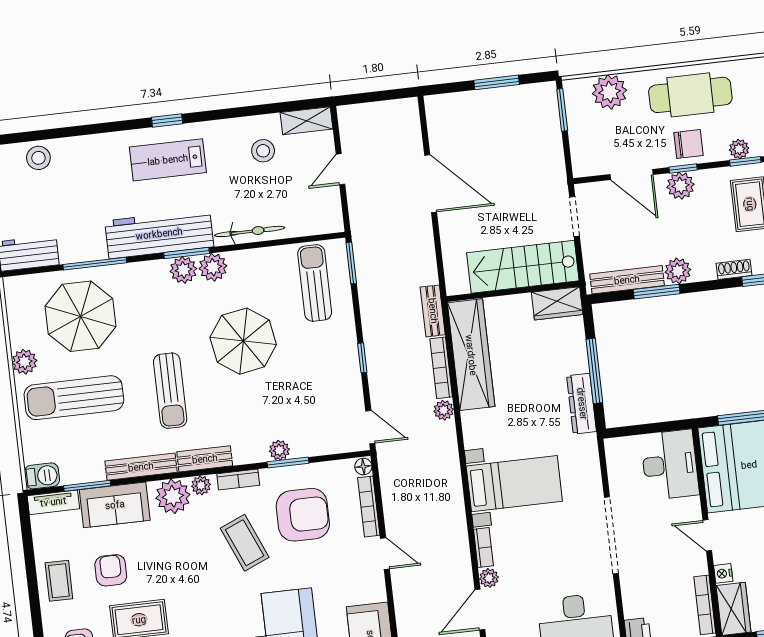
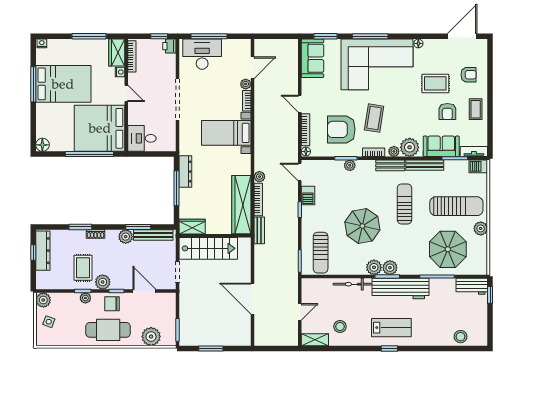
plant: (681, 186) -> (103, 282), moved
barbecue: (350, 386) -> (308, 195), added
desk: (670, 465) -> (142, 138), width x0.73
coffee table: (245, 543) -> (374, 118), turned 32

